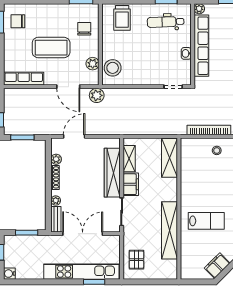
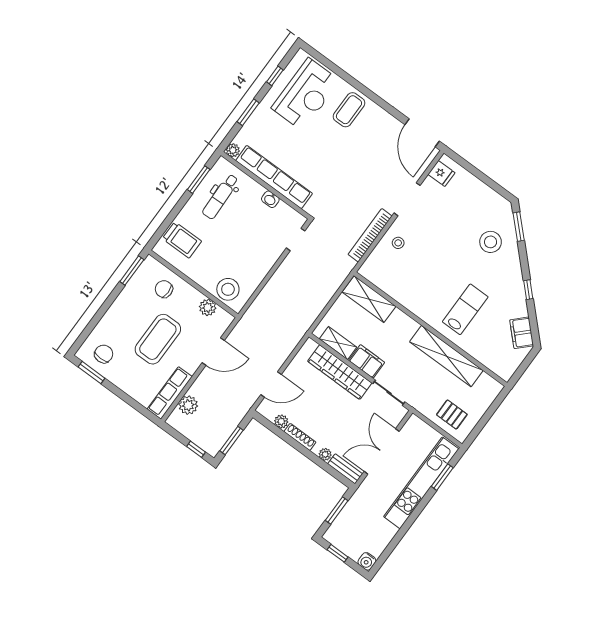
chair: (18, 21) -> (104, 354), turned 180
plant: (97, 95) -> (188, 405), moved
door: (74, 136) -> (271, 384), swing flipped

